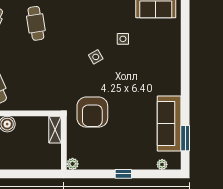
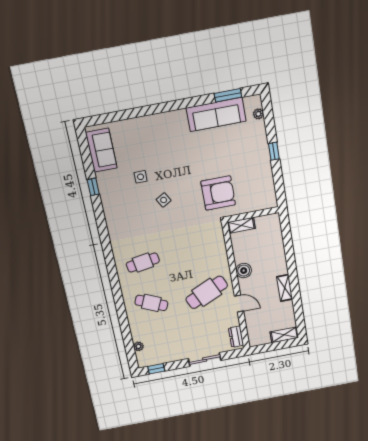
plant: (73, 164) -> (272, 202), removed

